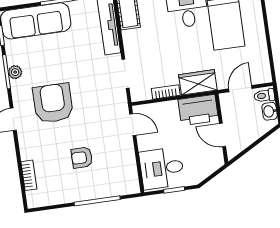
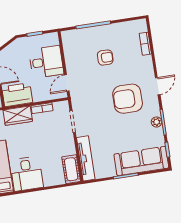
armchair: (53, 103) -> (128, 99), turned 90
door: (133, 125) -> (67, 83), hinge flipped
desk: (162, 168) -> (46, 62), moved

